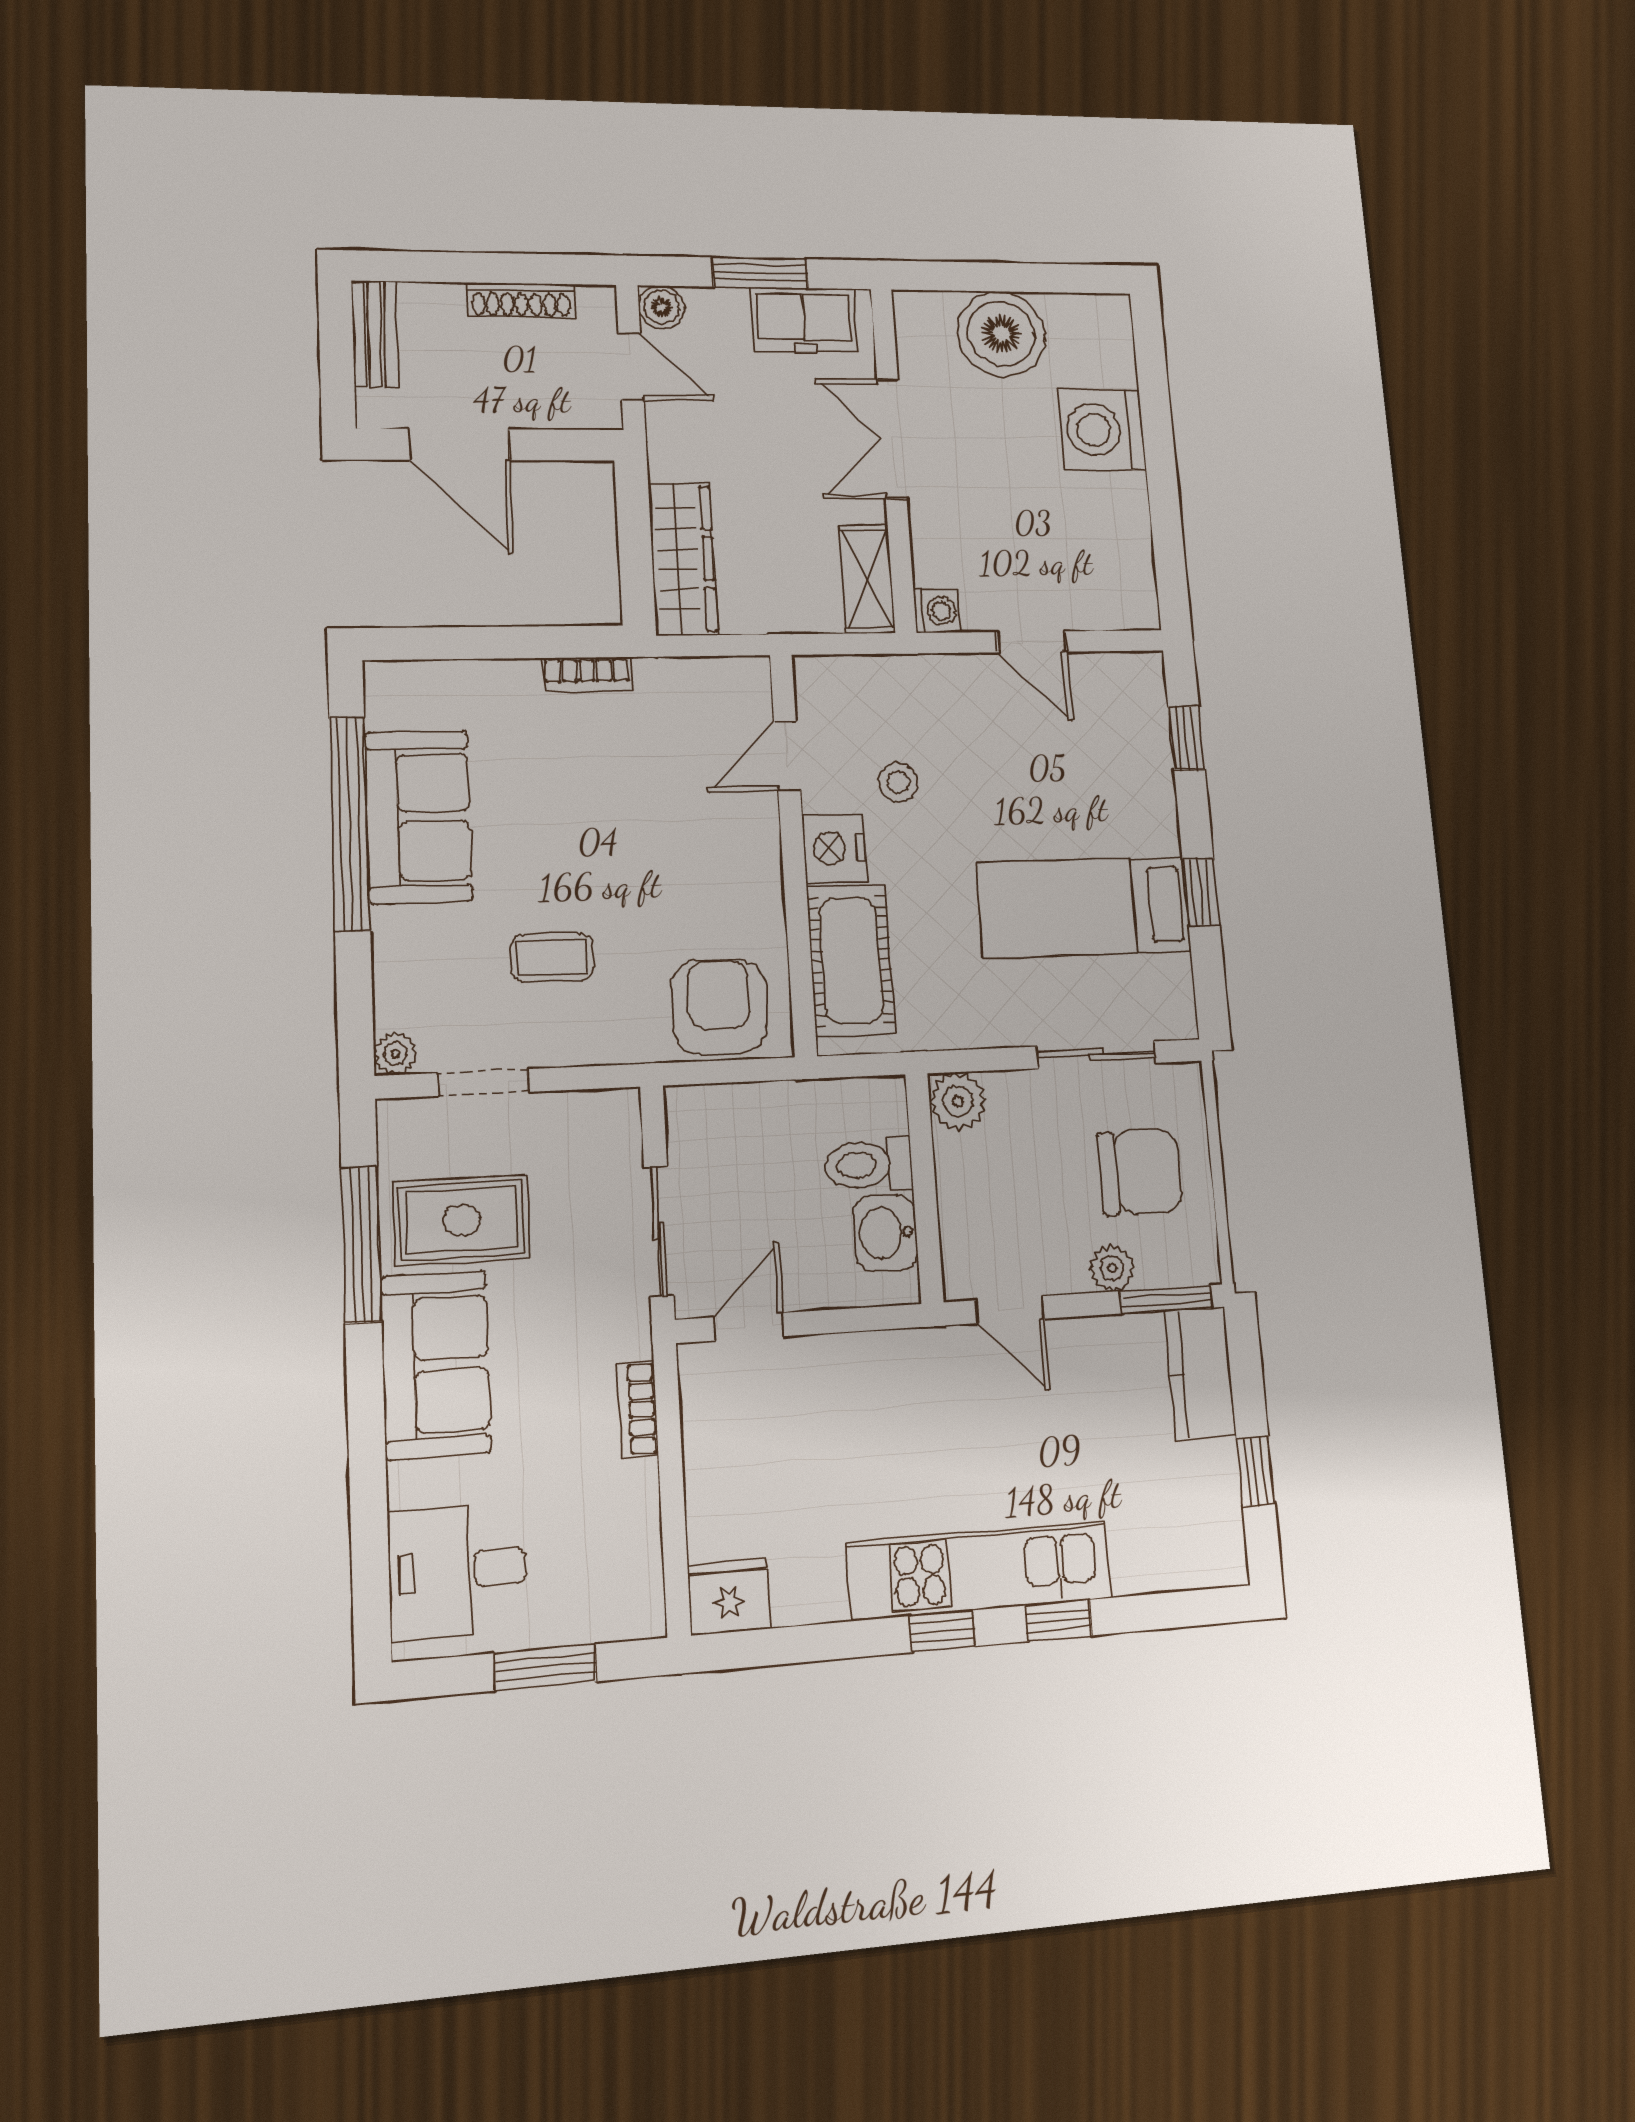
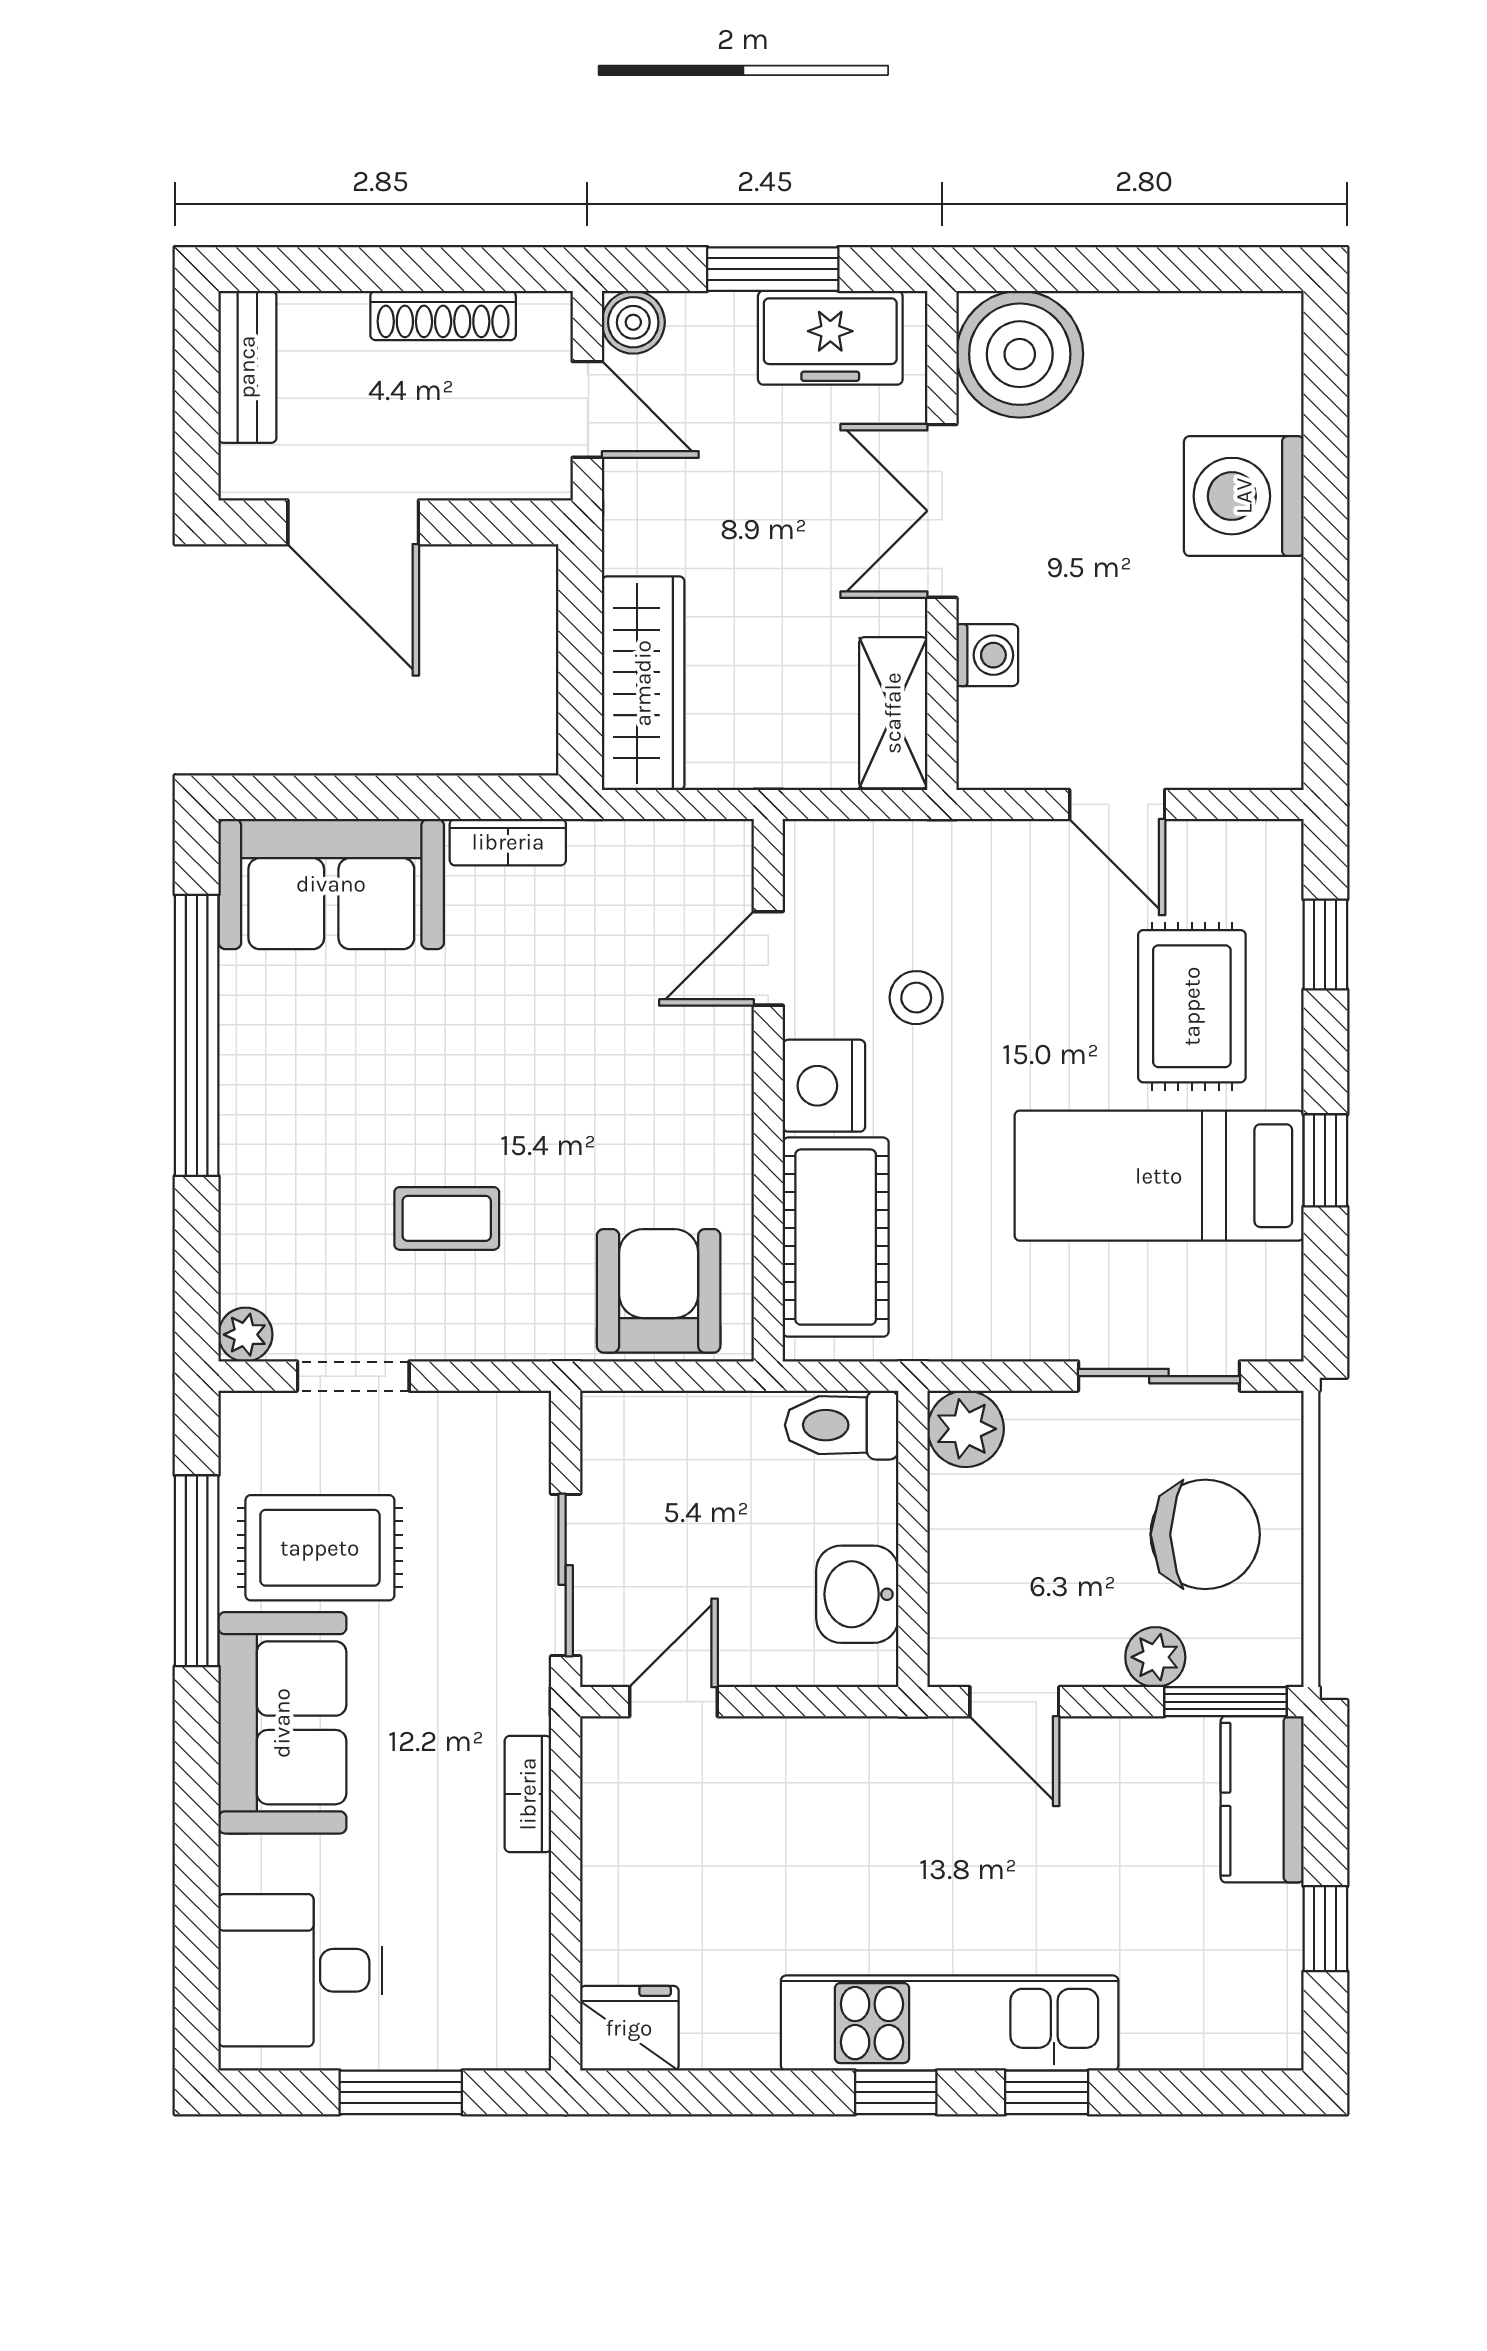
boiler: (1001, 334) -> (1020, 354), moved
washing machine: (937, 611) -> (987, 655), moved
rug: (1097, 784) -> (1192, 1006), added
sofa: (418, 817) -> (331, 884), moved, turned 90
toilet: (869, 1165) -> (842, 1425), moved

